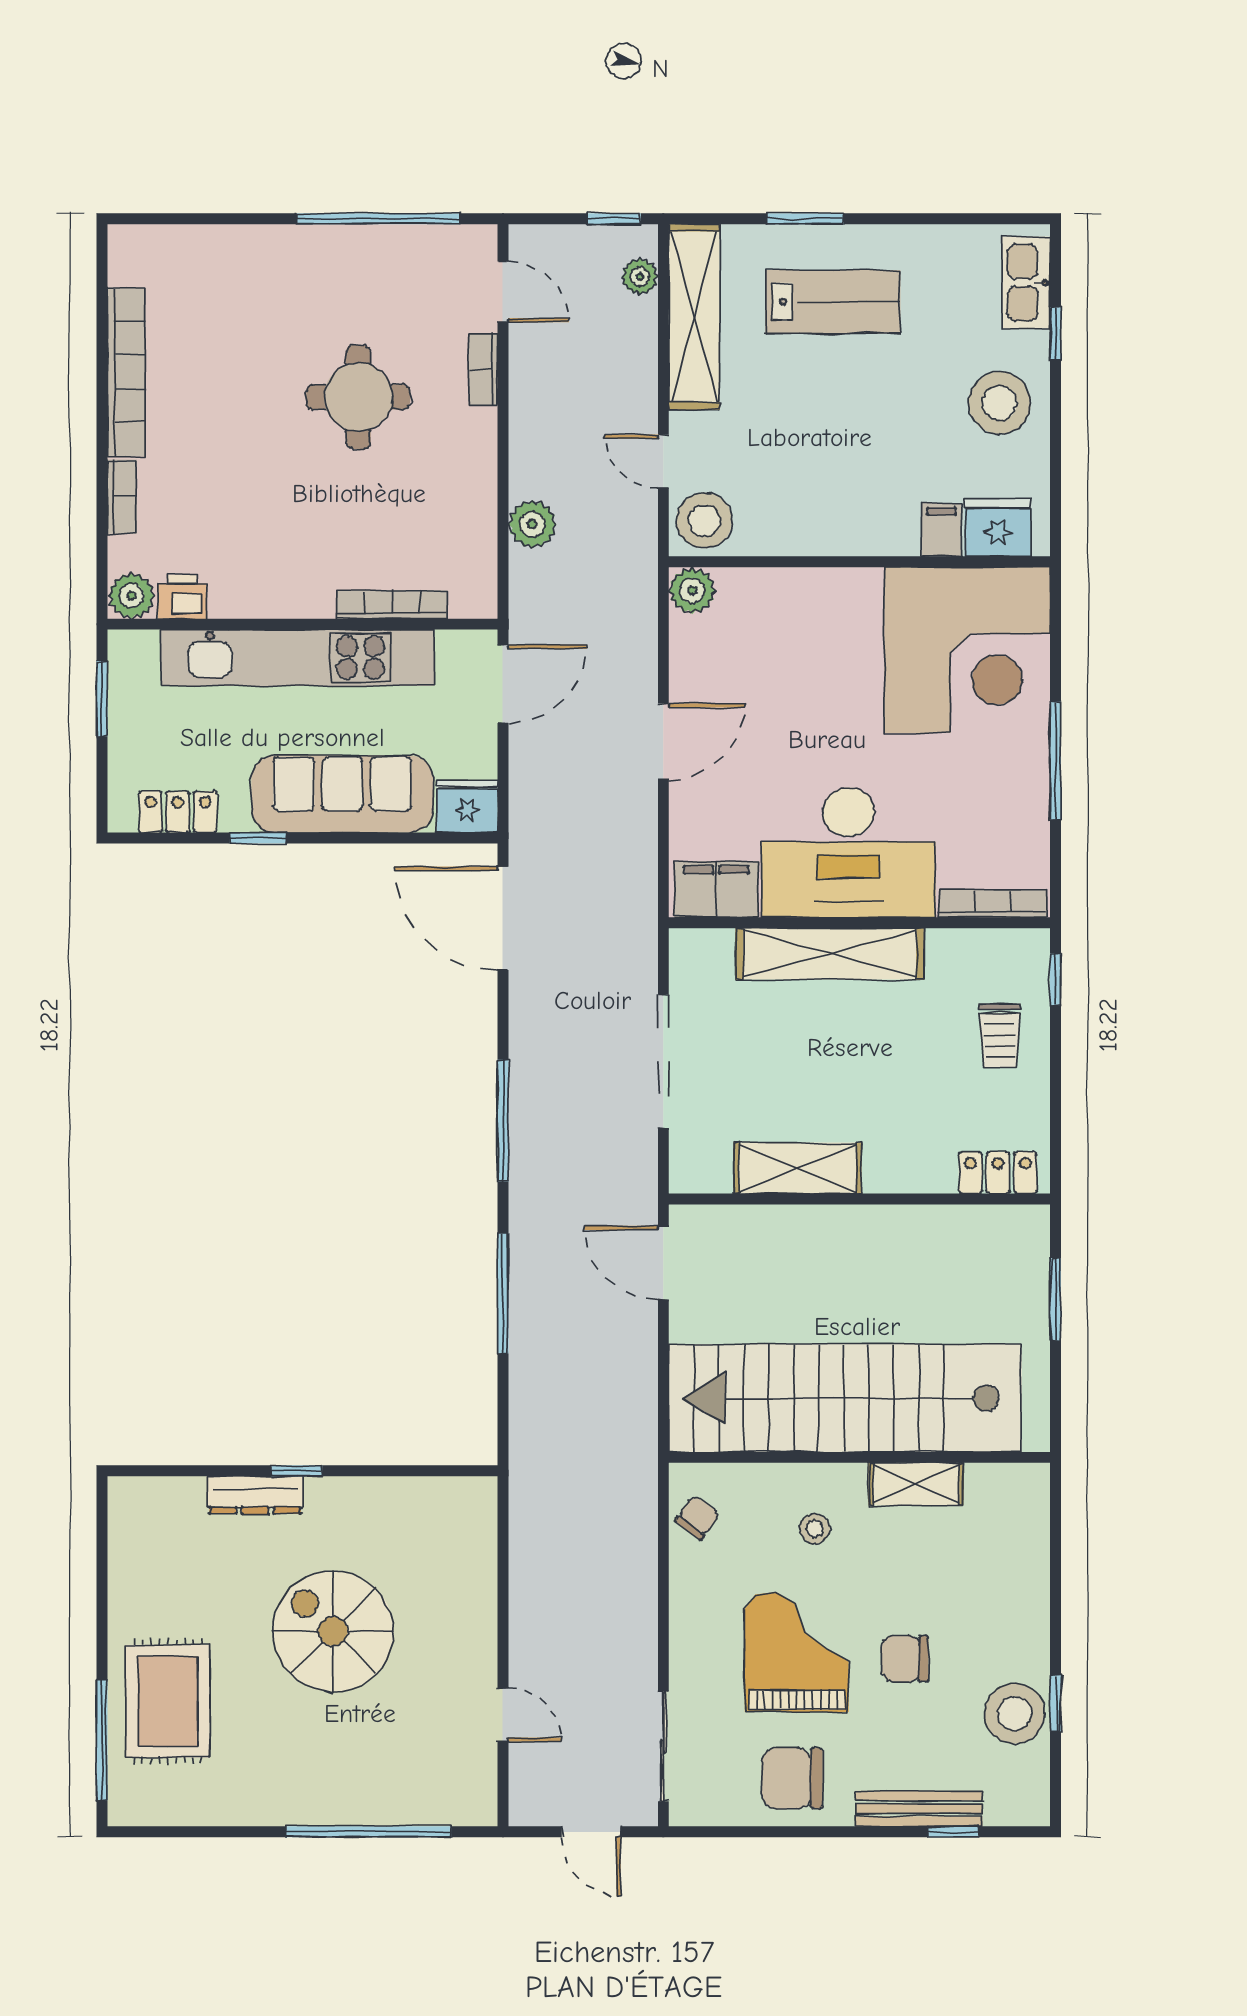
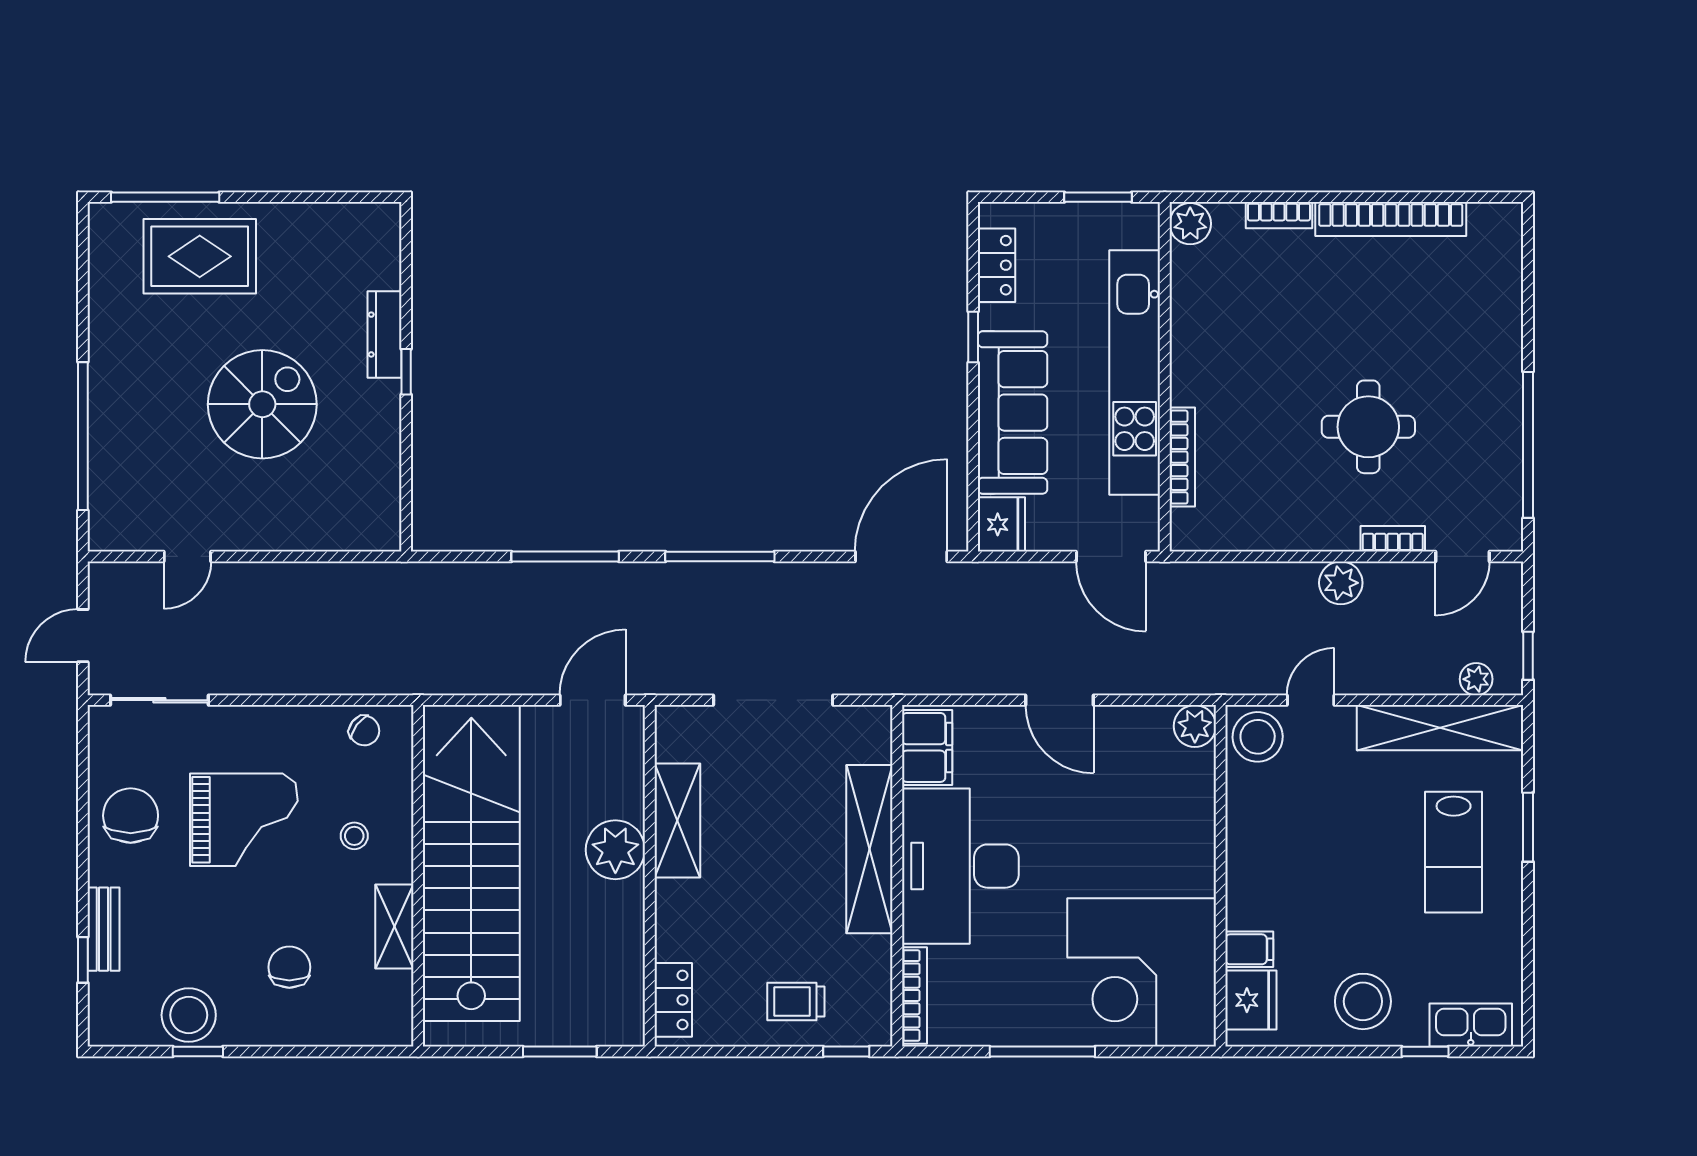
plant: (532, 524) -> (1341, 583), moved
printer: (182, 597) -> (1189, 269), removed
plant: (830, 1237) -> (615, 850), added
chair: (905, 1659) -> (289, 967), moved
bench: (919, 1809) -> (104, 929), width x0.73

